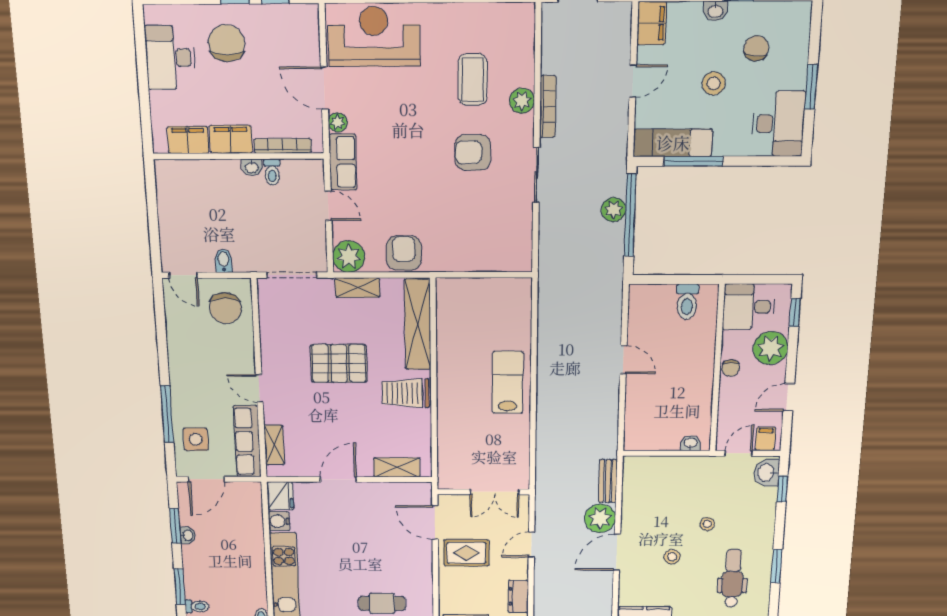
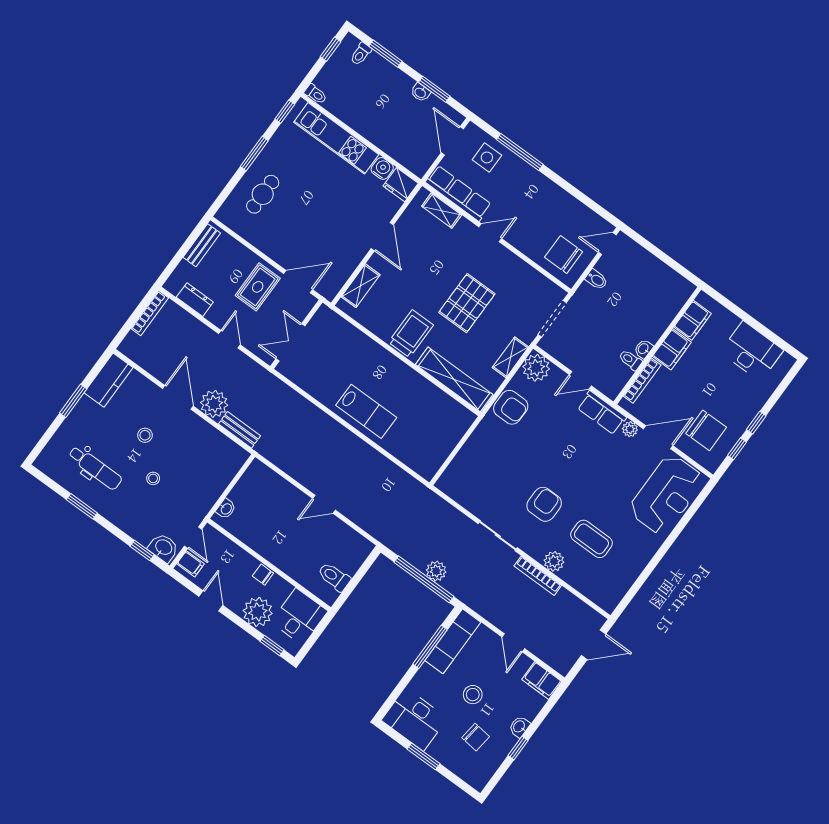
chair: (227, 43) -> (706, 430), moved

